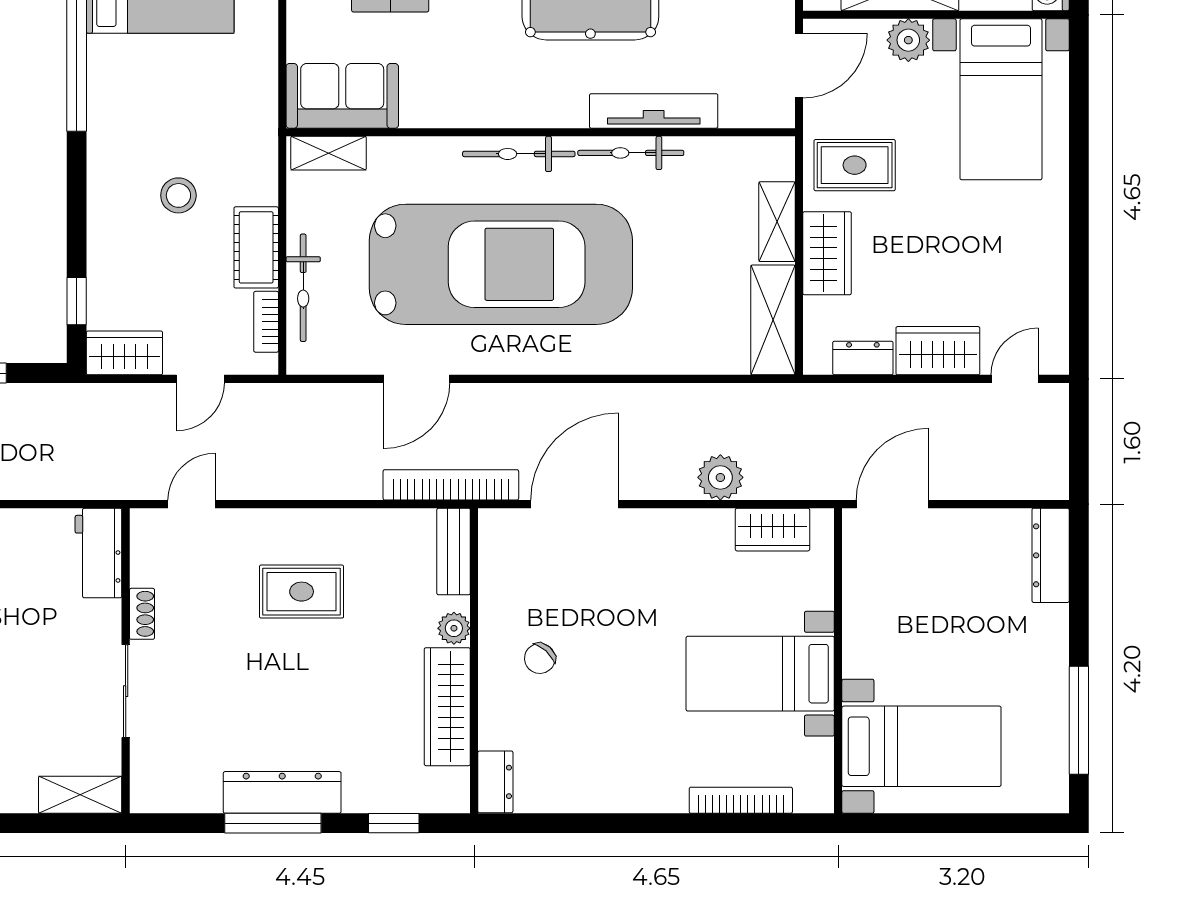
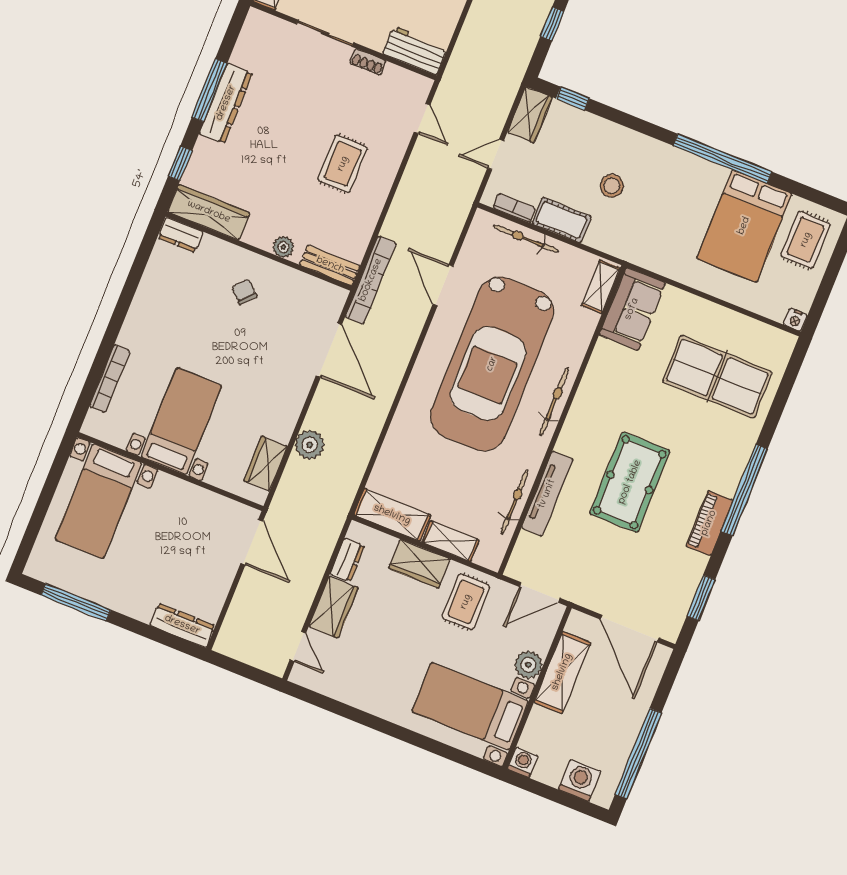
door: (799, 66) -> (540, 592), hinge flipped
bicycle: (631, 153) -> (515, 502), moved
door: (200, 379) -> (496, 154), hinge flipped
wardrobe: (447, 707) -> (209, 212), moved

